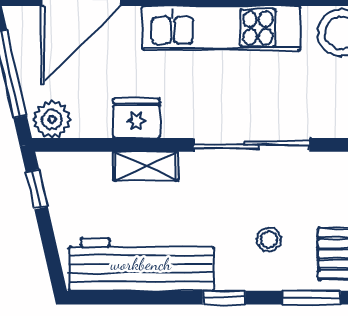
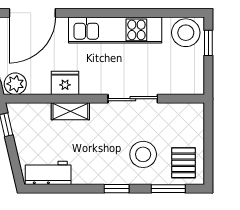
sliding door: (251, 145) -> (133, 99), width x0.73
stool: (269, 239) -> (143, 154), width x1.89, depth x1.89
workbench: (141, 264) -> (48, 173), width x0.53, depth x0.76

